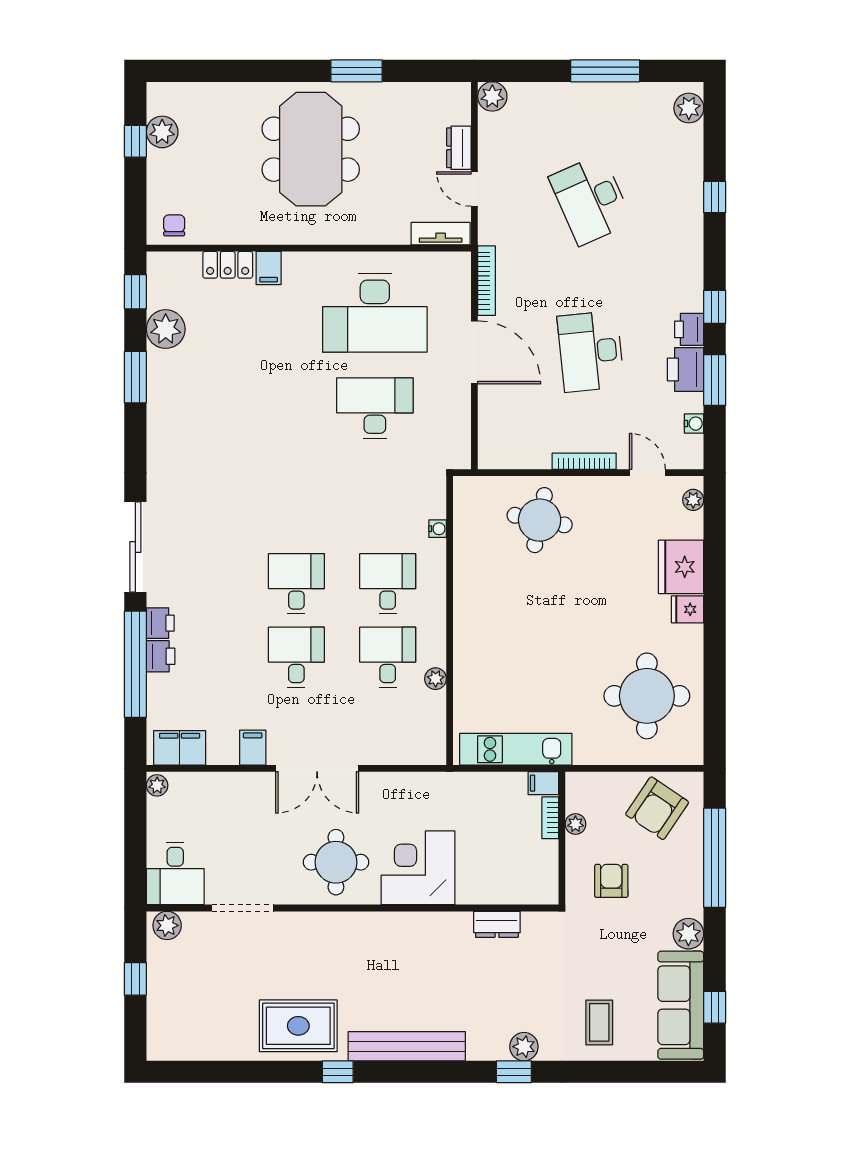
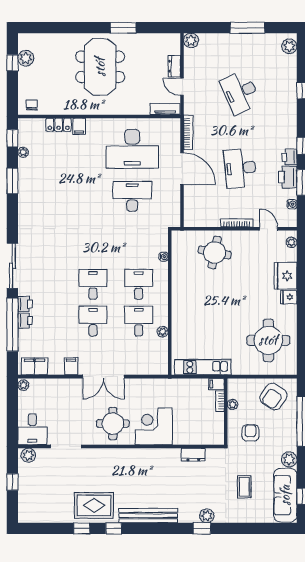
plant: (166, 329) -> (23, 152), width x0.53, depth x0.53
coffee table: (599, 1022) -> (244, 487), moved
window: (274, 1072) -> (82, 528), added

